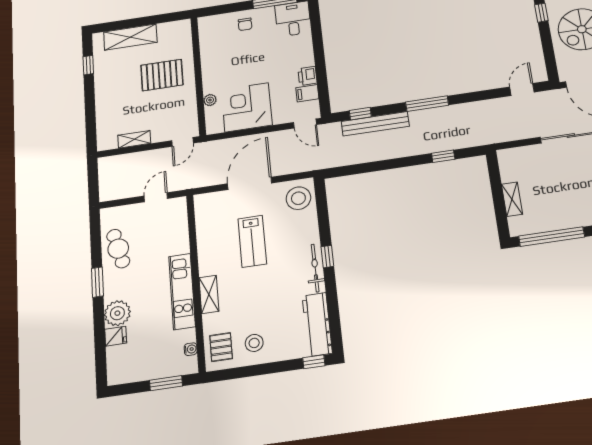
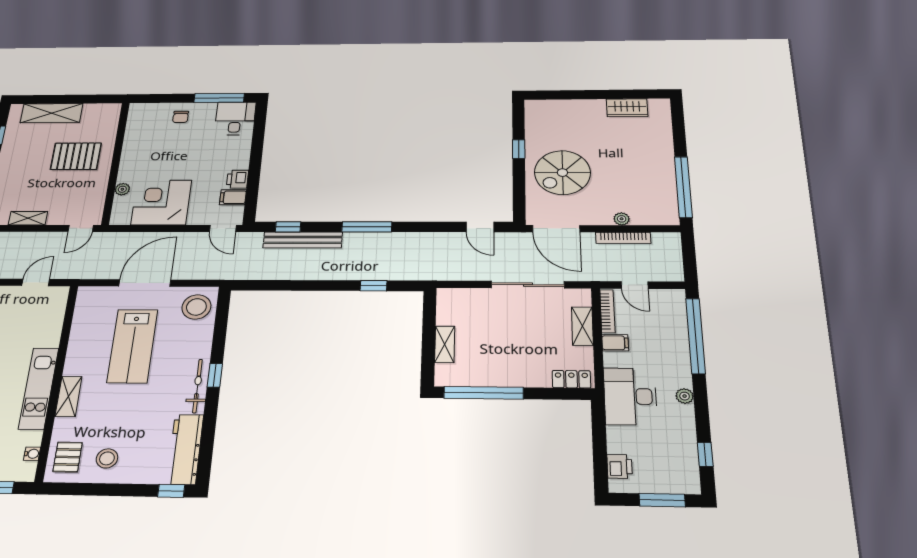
door: (522, 89) -> (480, 227), swing flipped
lab bench: (252, 241) -> (132, 346), width x1.36, depth x1.39

